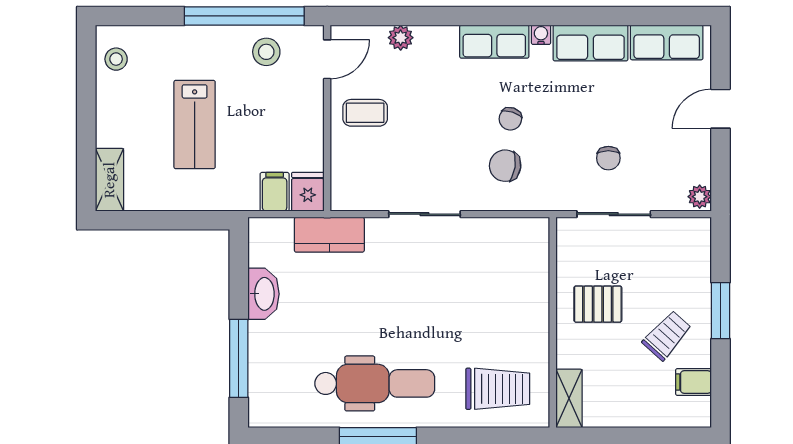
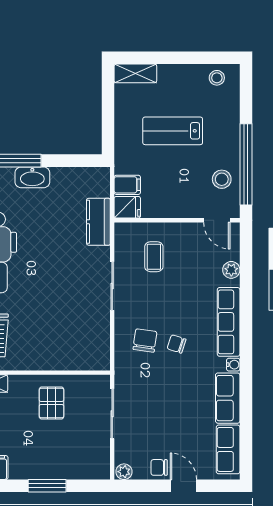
row of seats: (494, 42) -> (229, 322), width x1.48
coffee table: (365, 113) -> (154, 257), moved
chair: (608, 158) -> (159, 467), moved
washbasin: (264, 294) -> (32, 177), moved
trolley: (667, 335) -> (30, 450), removed

